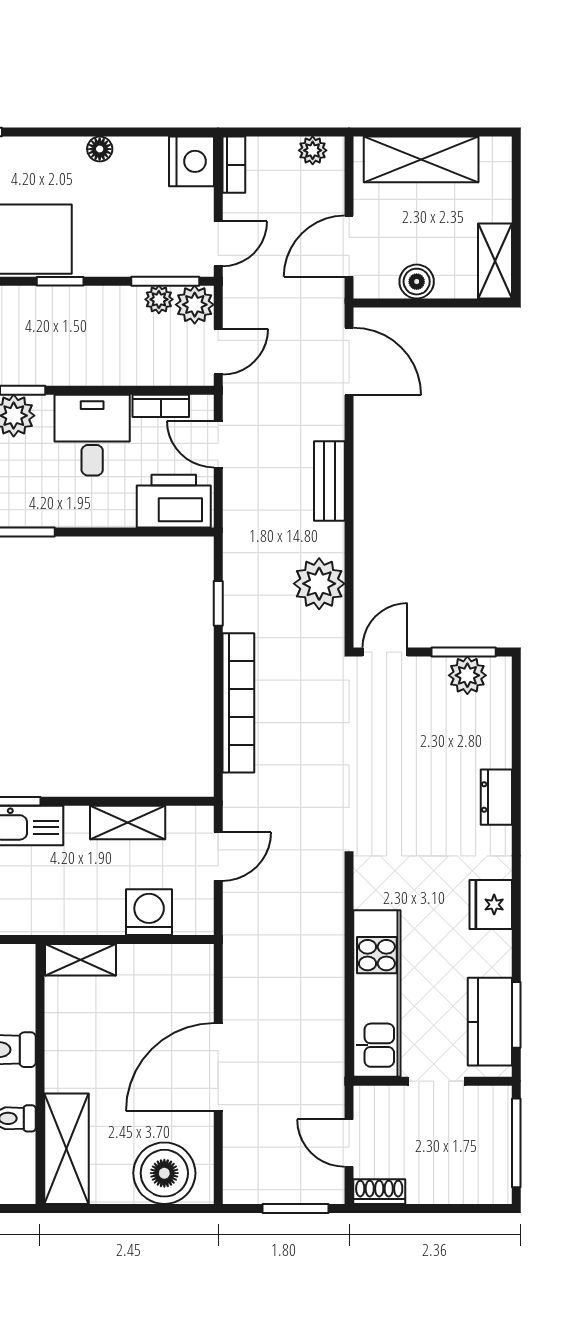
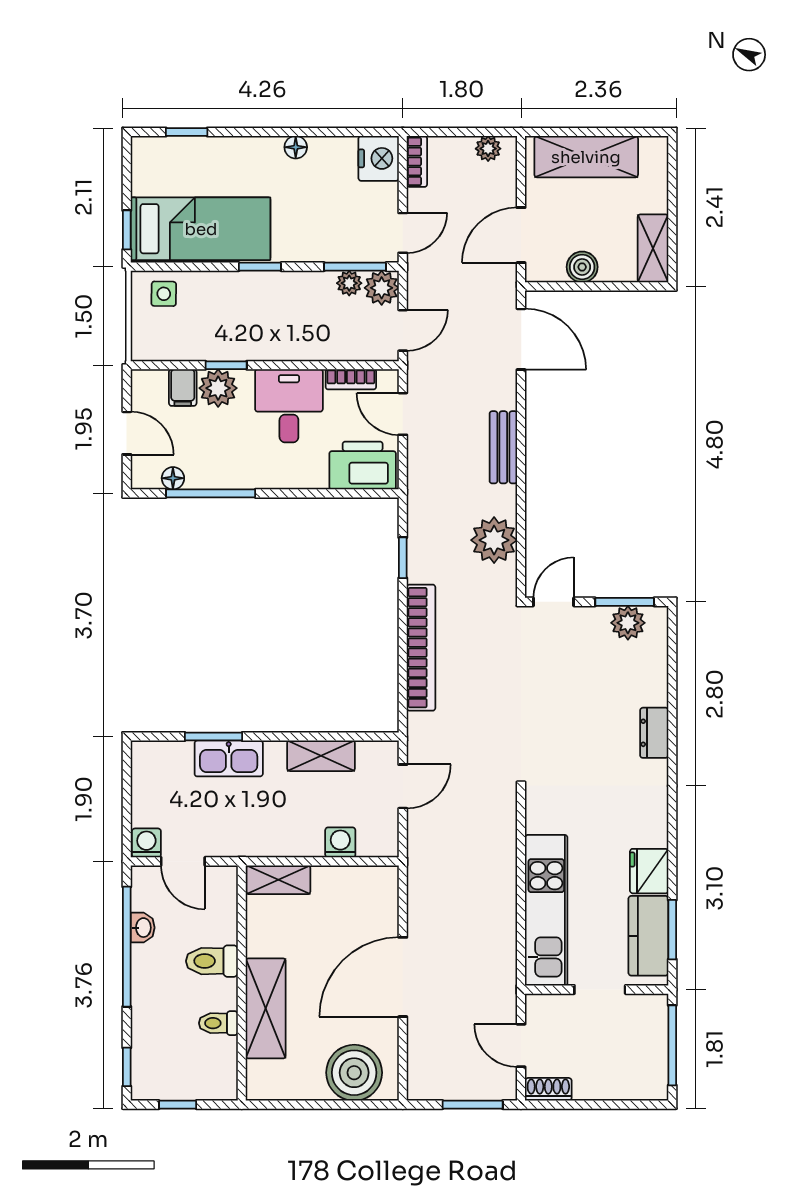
fridge: (491, 905) -> (649, 871), moved
washing machine: (149, 912) -> (340, 842), width x0.73, depth x0.73
shelving: (66, 1149) -> (266, 1008), moved

